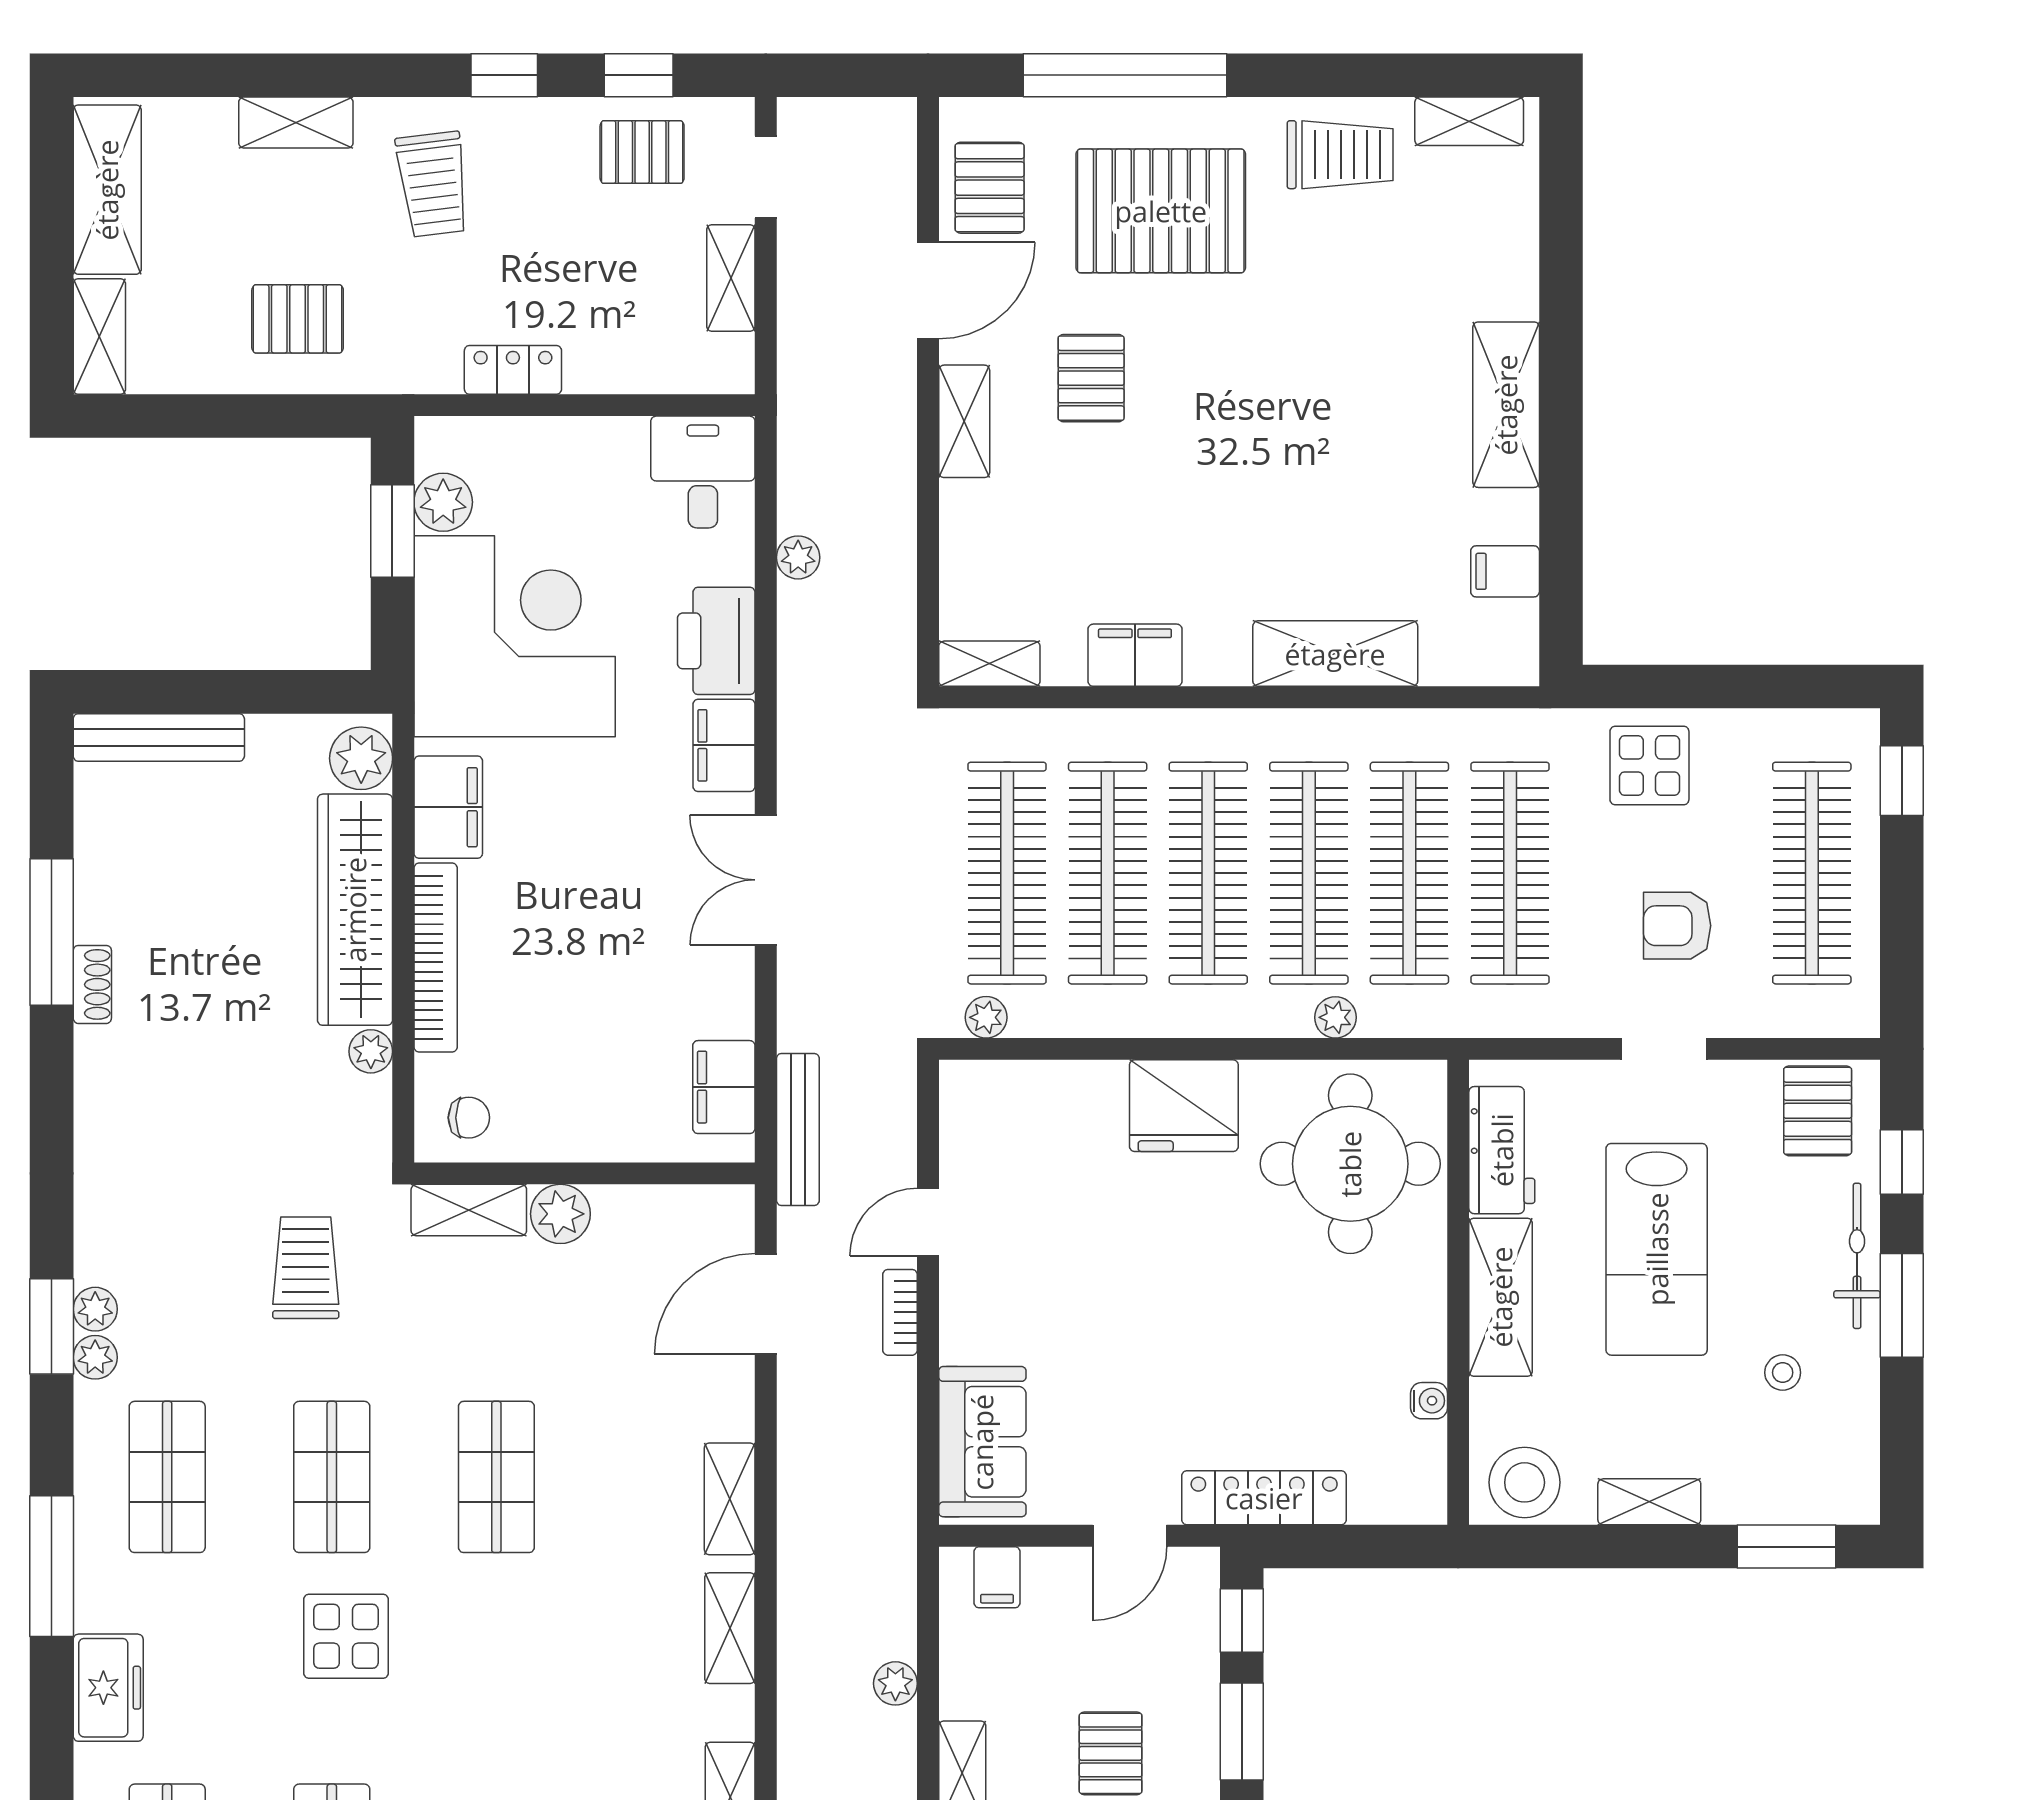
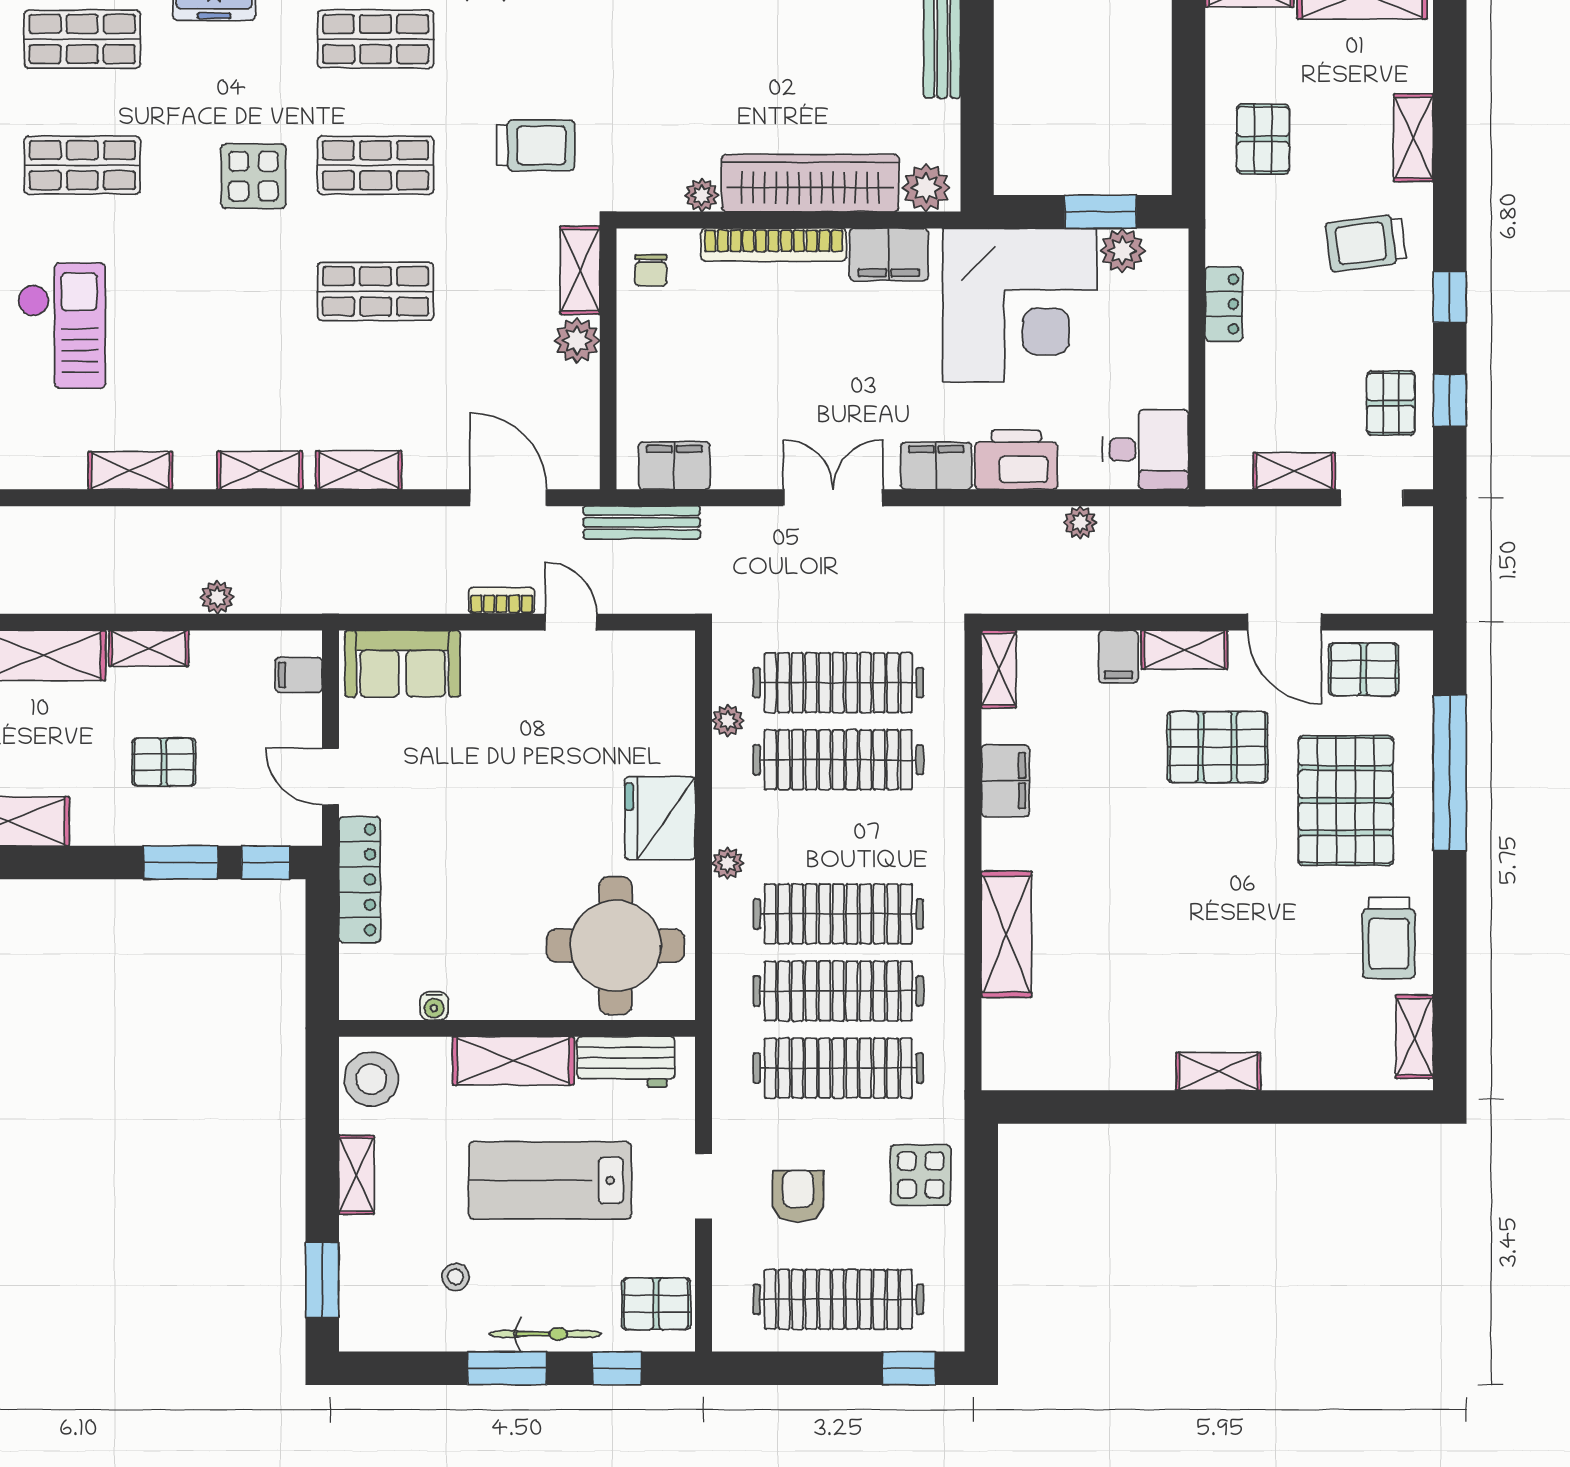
pallet: (1091, 378) -> (1218, 747), width x1.50, depth x1.42
shelving: (1506, 405) -> (1218, 1071), width x0.67, depth x0.75
filing cabinet: (1505, 571) -> (1118, 657), moved, turned 180
clothes rail: (1208, 873) -> (838, 837), removed
plant: (986, 1017) -> (728, 721), moved
plant: (1335, 1017) -> (728, 863), moved

